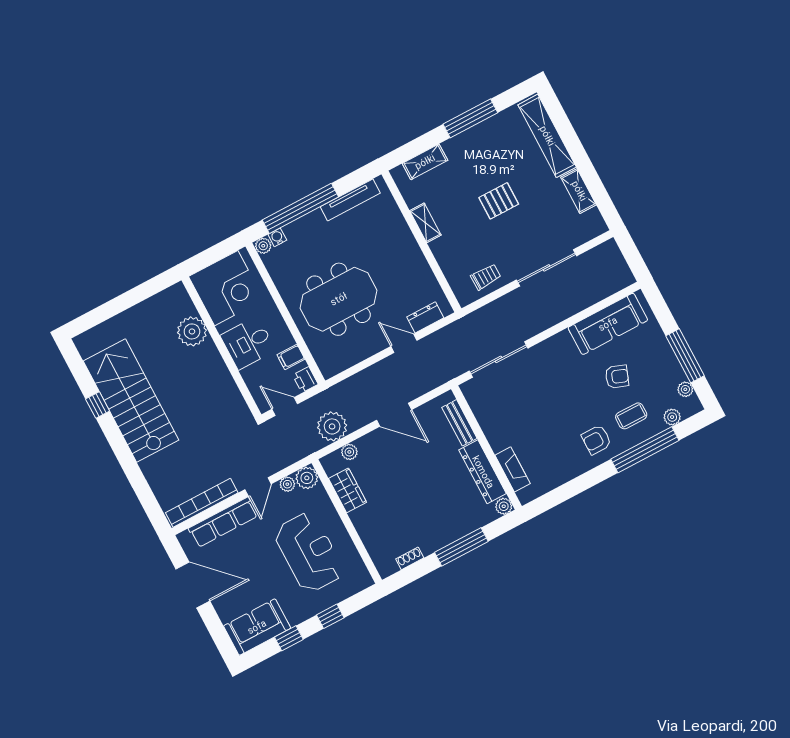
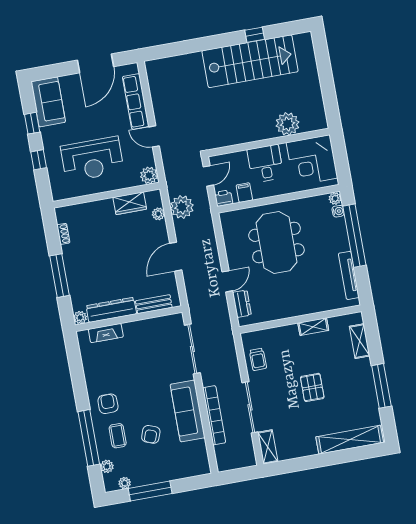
shelving: (579, 191) -> (268, 447), moved, turned 90
sofa: (608, 324) -> (188, 411), moved
plant: (287, 484) -> (149, 159), removed
bookcase: (202, 503) -> (214, 415), moved

